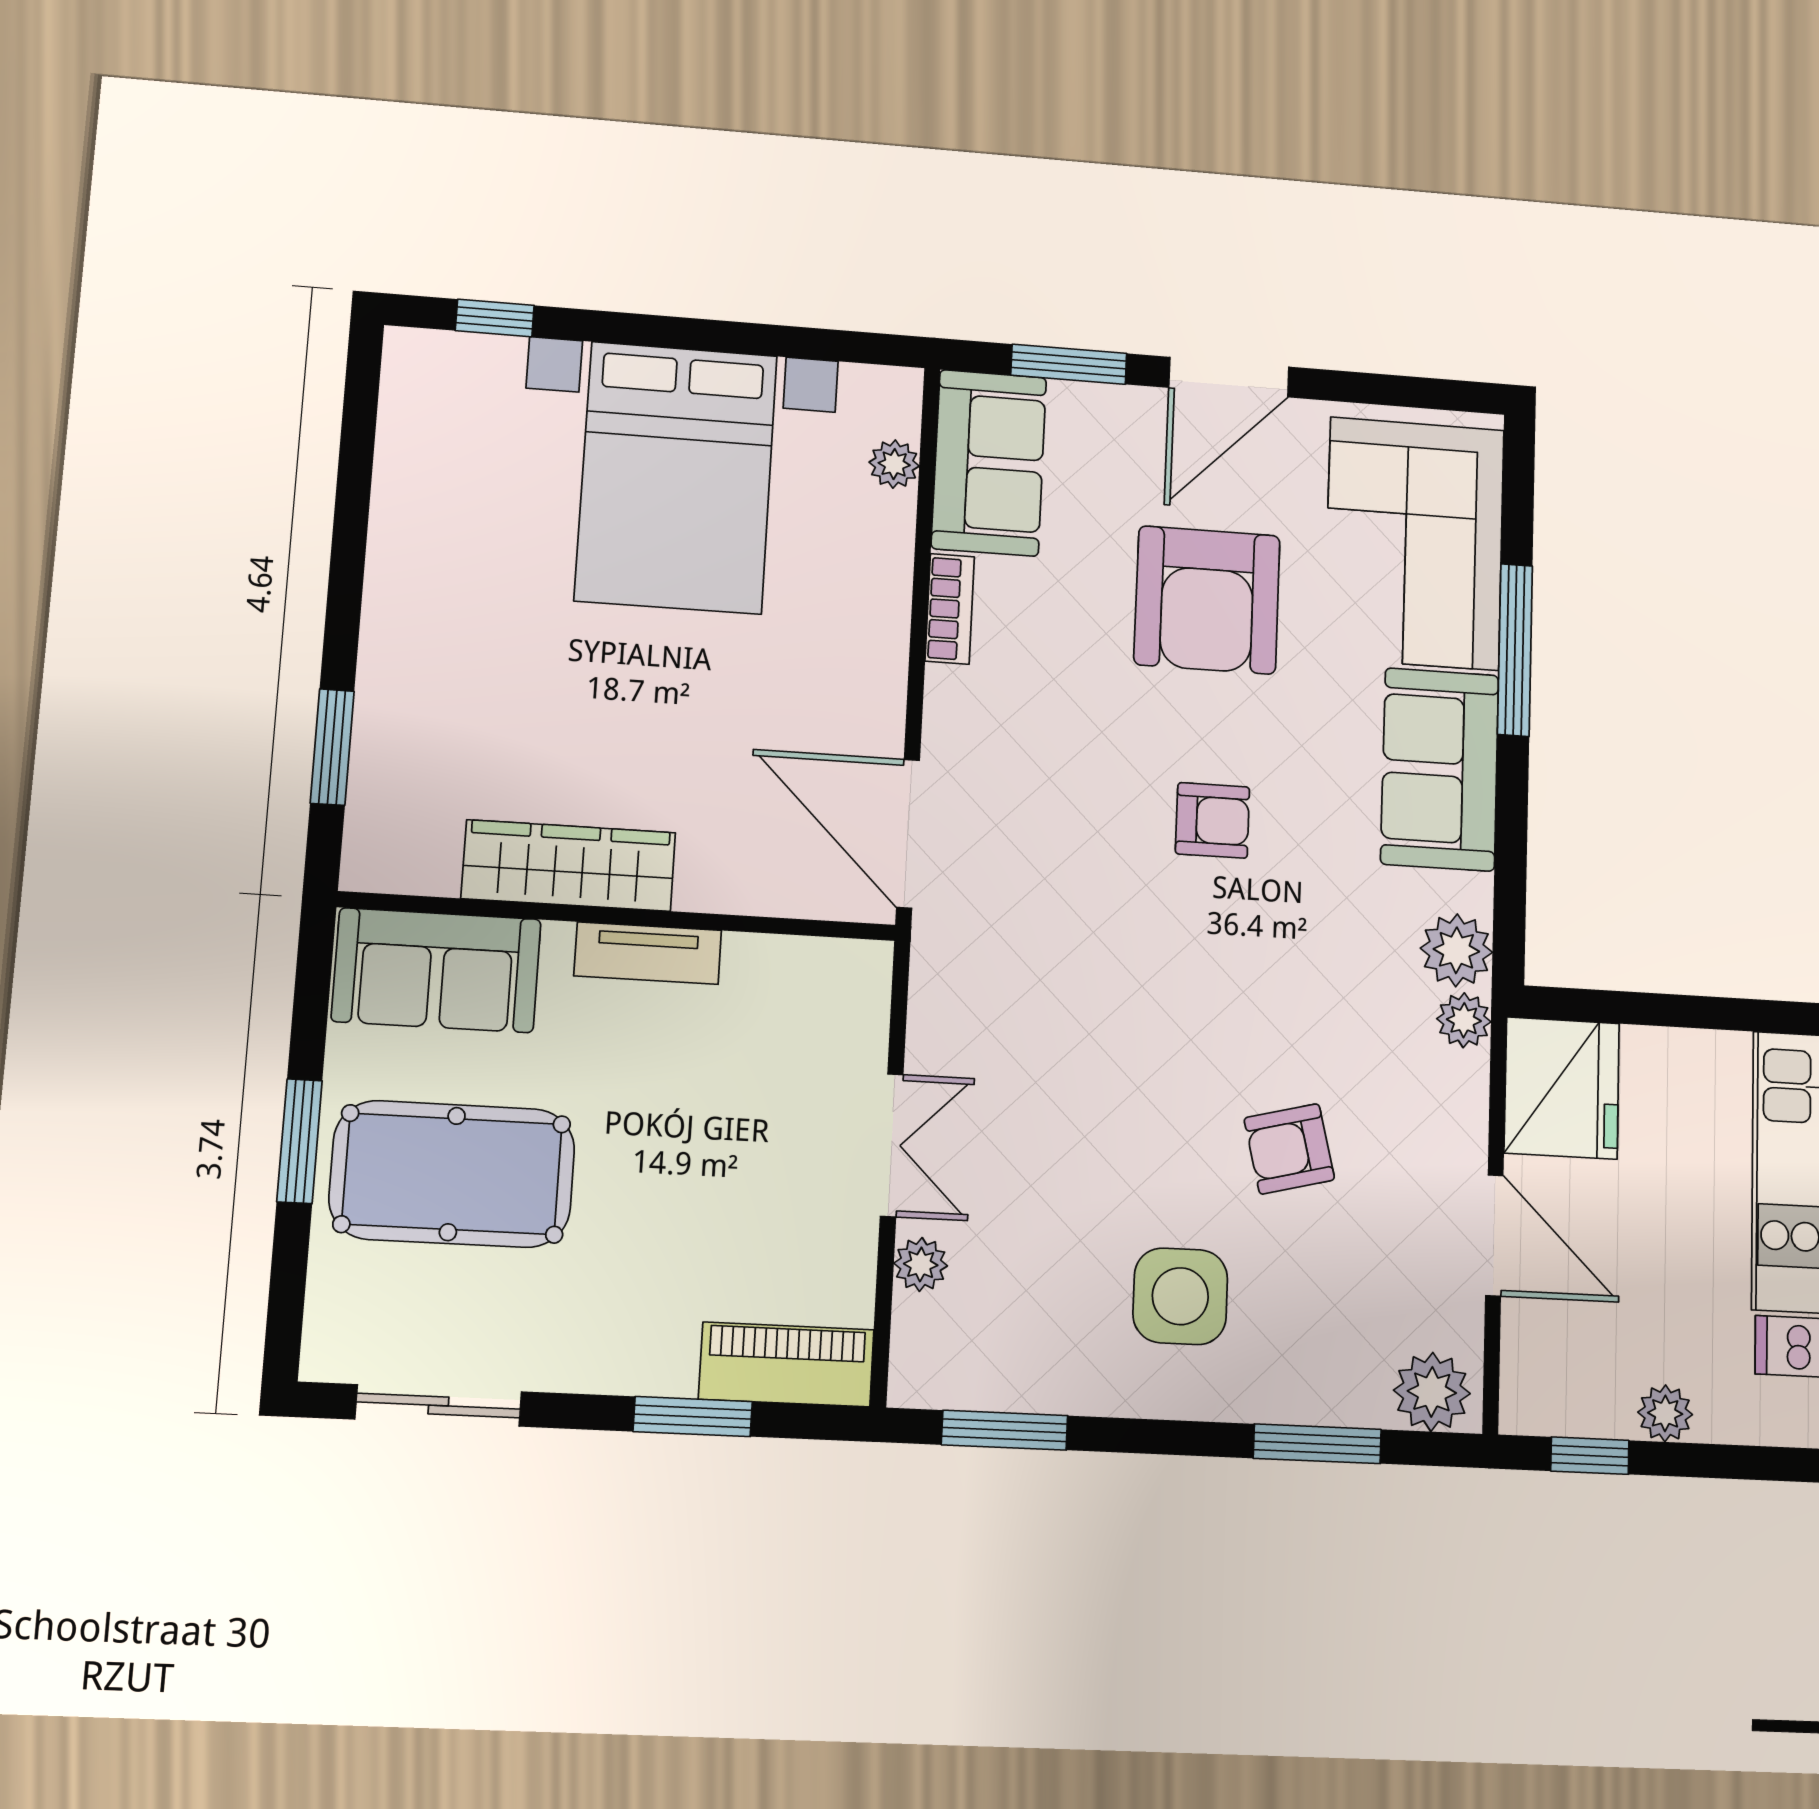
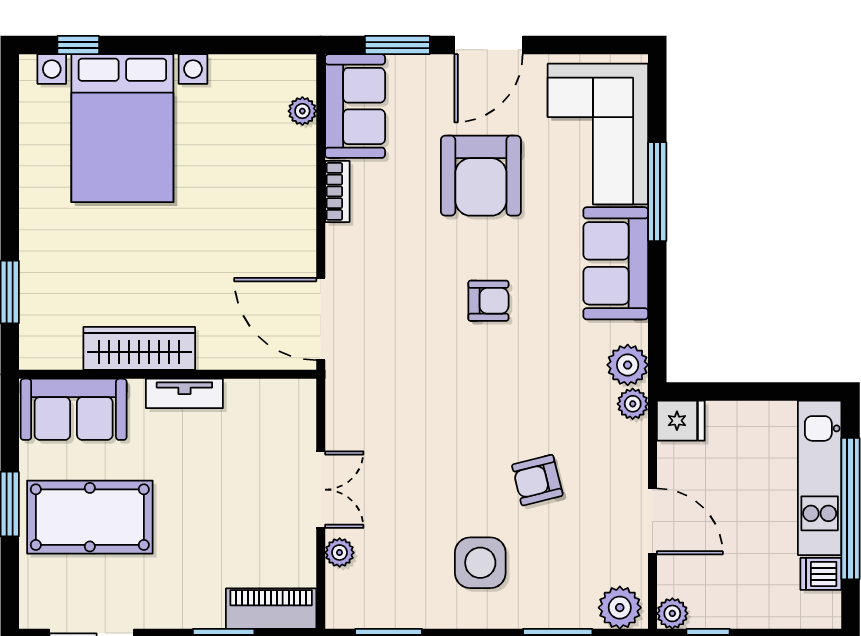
bed with nightstands: (676, 478) -> (122, 128), moved
fridge: (1562, 1088) -> (681, 421), width x0.53, depth x0.75
plant: (1665, 1413) -> (672, 613), moved

